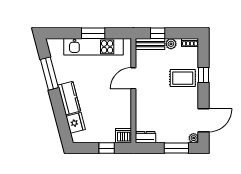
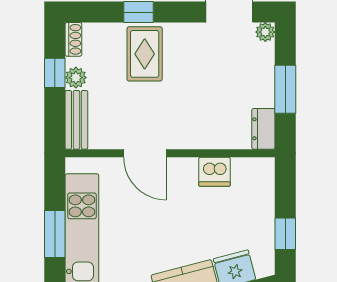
window: (158, 33) -> (55, 73), moved
dishwasher: (124, 136) -> (215, 172), moved, turned -90
window: (107, 148) -> (285, 234), moved
window: (176, 148) -> (285, 89), moved

